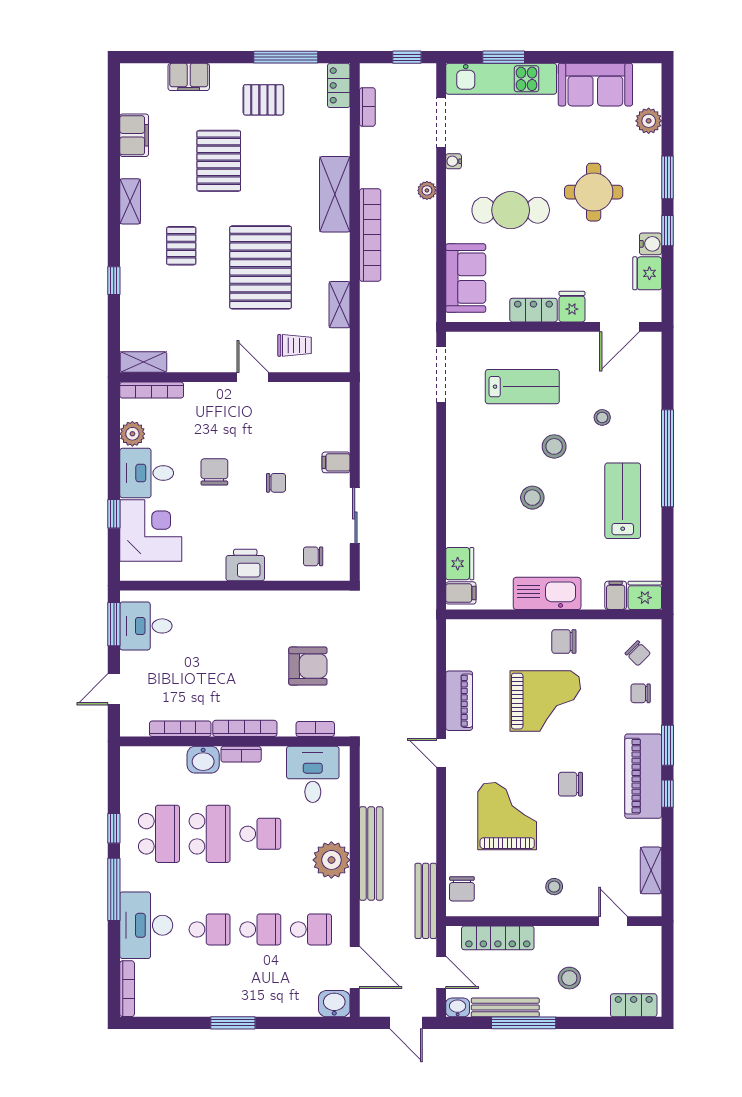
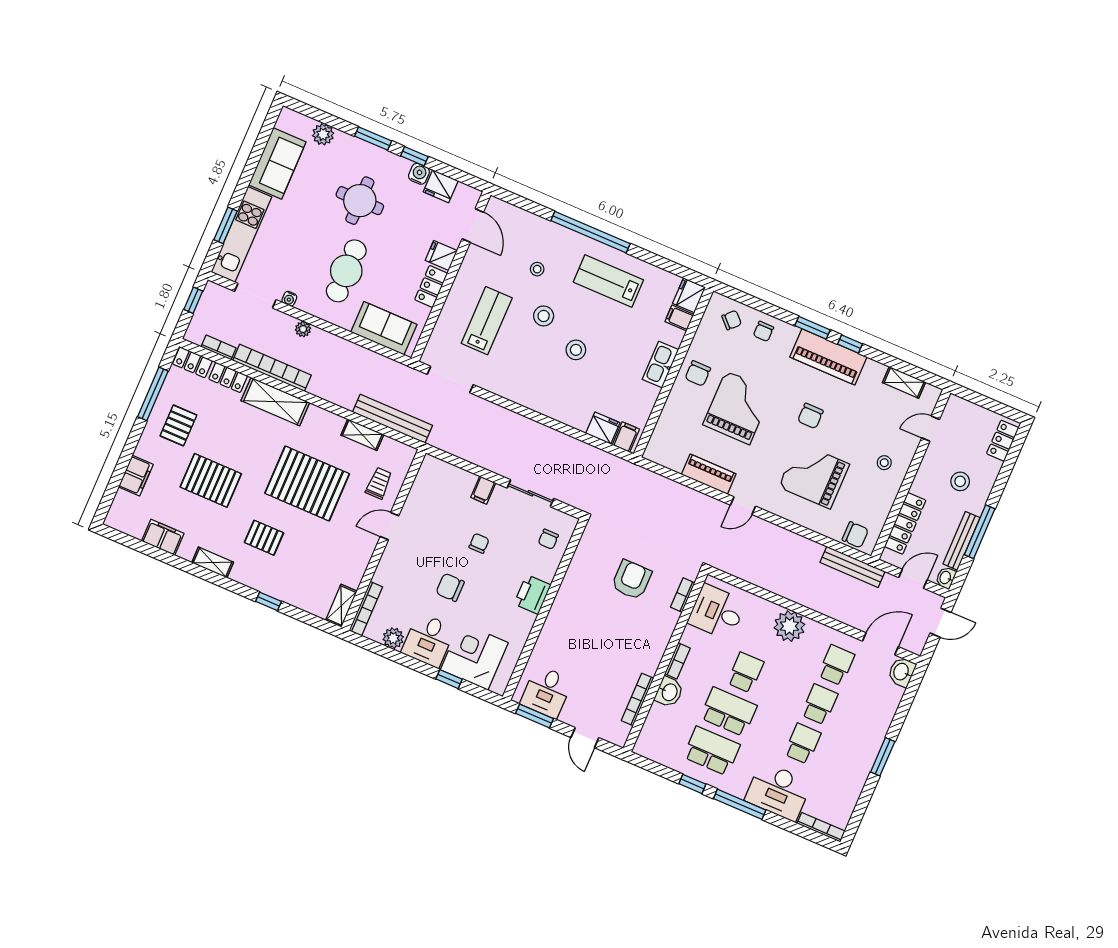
locker: (339, 131) -> (228, 377), added
bookcase: (370, 235) -> (272, 368), moved
kitchen sink: (547, 593) -> (660, 364), width x0.73, depth x0.81
bookcase: (245, 728) -> (659, 649), removed
bench: (371, 854) -> (393, 419), moved

